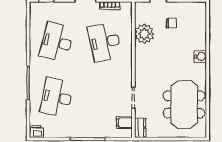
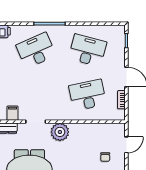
plant: (144, 34) -> (60, 132), moved
desk: (57, 97) -> (36, 50), turned -36

